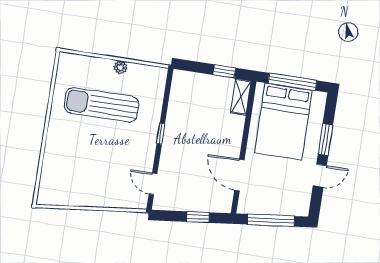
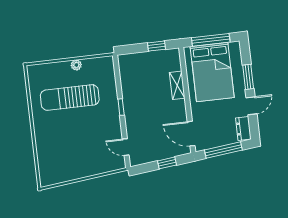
shelving: (241, 97) -> (177, 85), moved
door: (239, 175) -> (191, 134), moved
dresser: (302, 201) -> (243, 128), added

